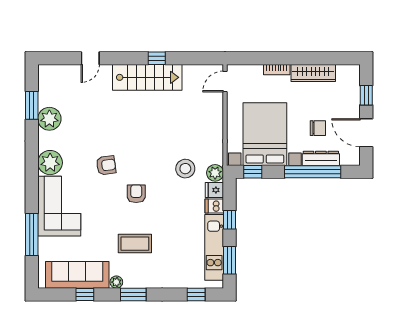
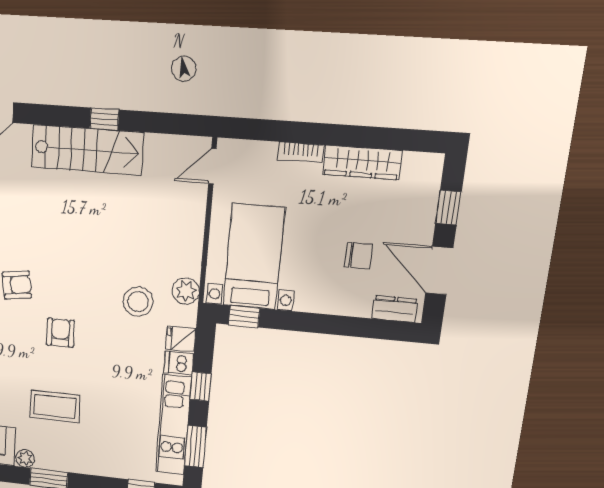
bed with nightstands: (265, 134) -> (254, 257), width x0.73
dresser: (321, 158) -> (395, 309), moved, width x0.70
window: (313, 172) -> (341, 326), removed
plant: (215, 173) -> (186, 291), moved

